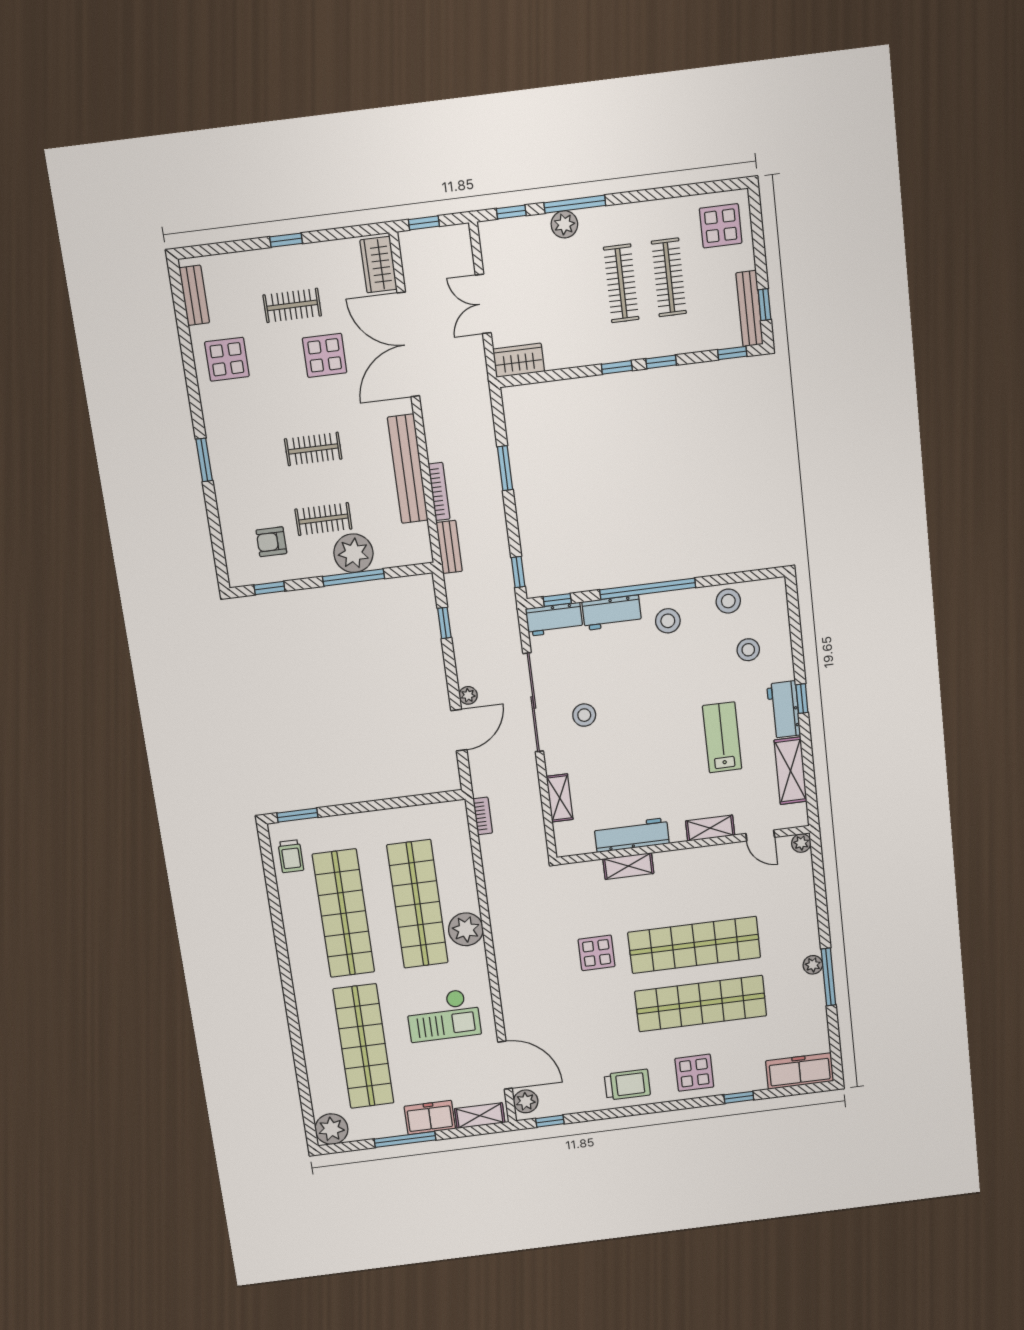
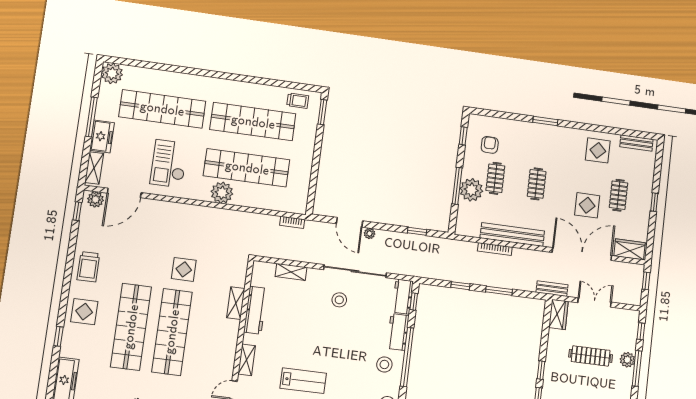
clothes rail: (621, 283) -> (591, 356), moved
bench: (449, 547) -> (552, 289), moved
window: (518, 572) -> (460, 286), moved
trolley: (291, 856) -> (298, 101), turned 180

